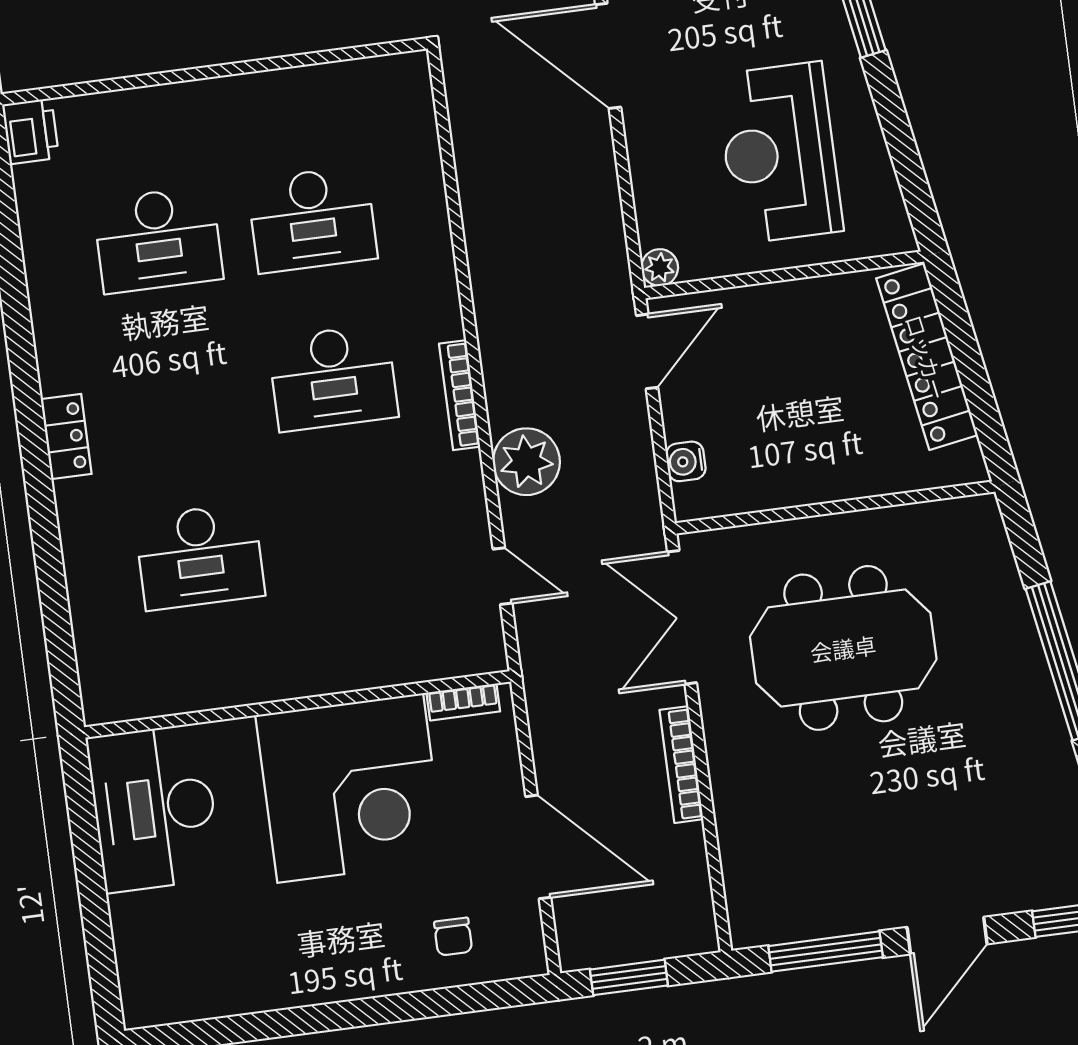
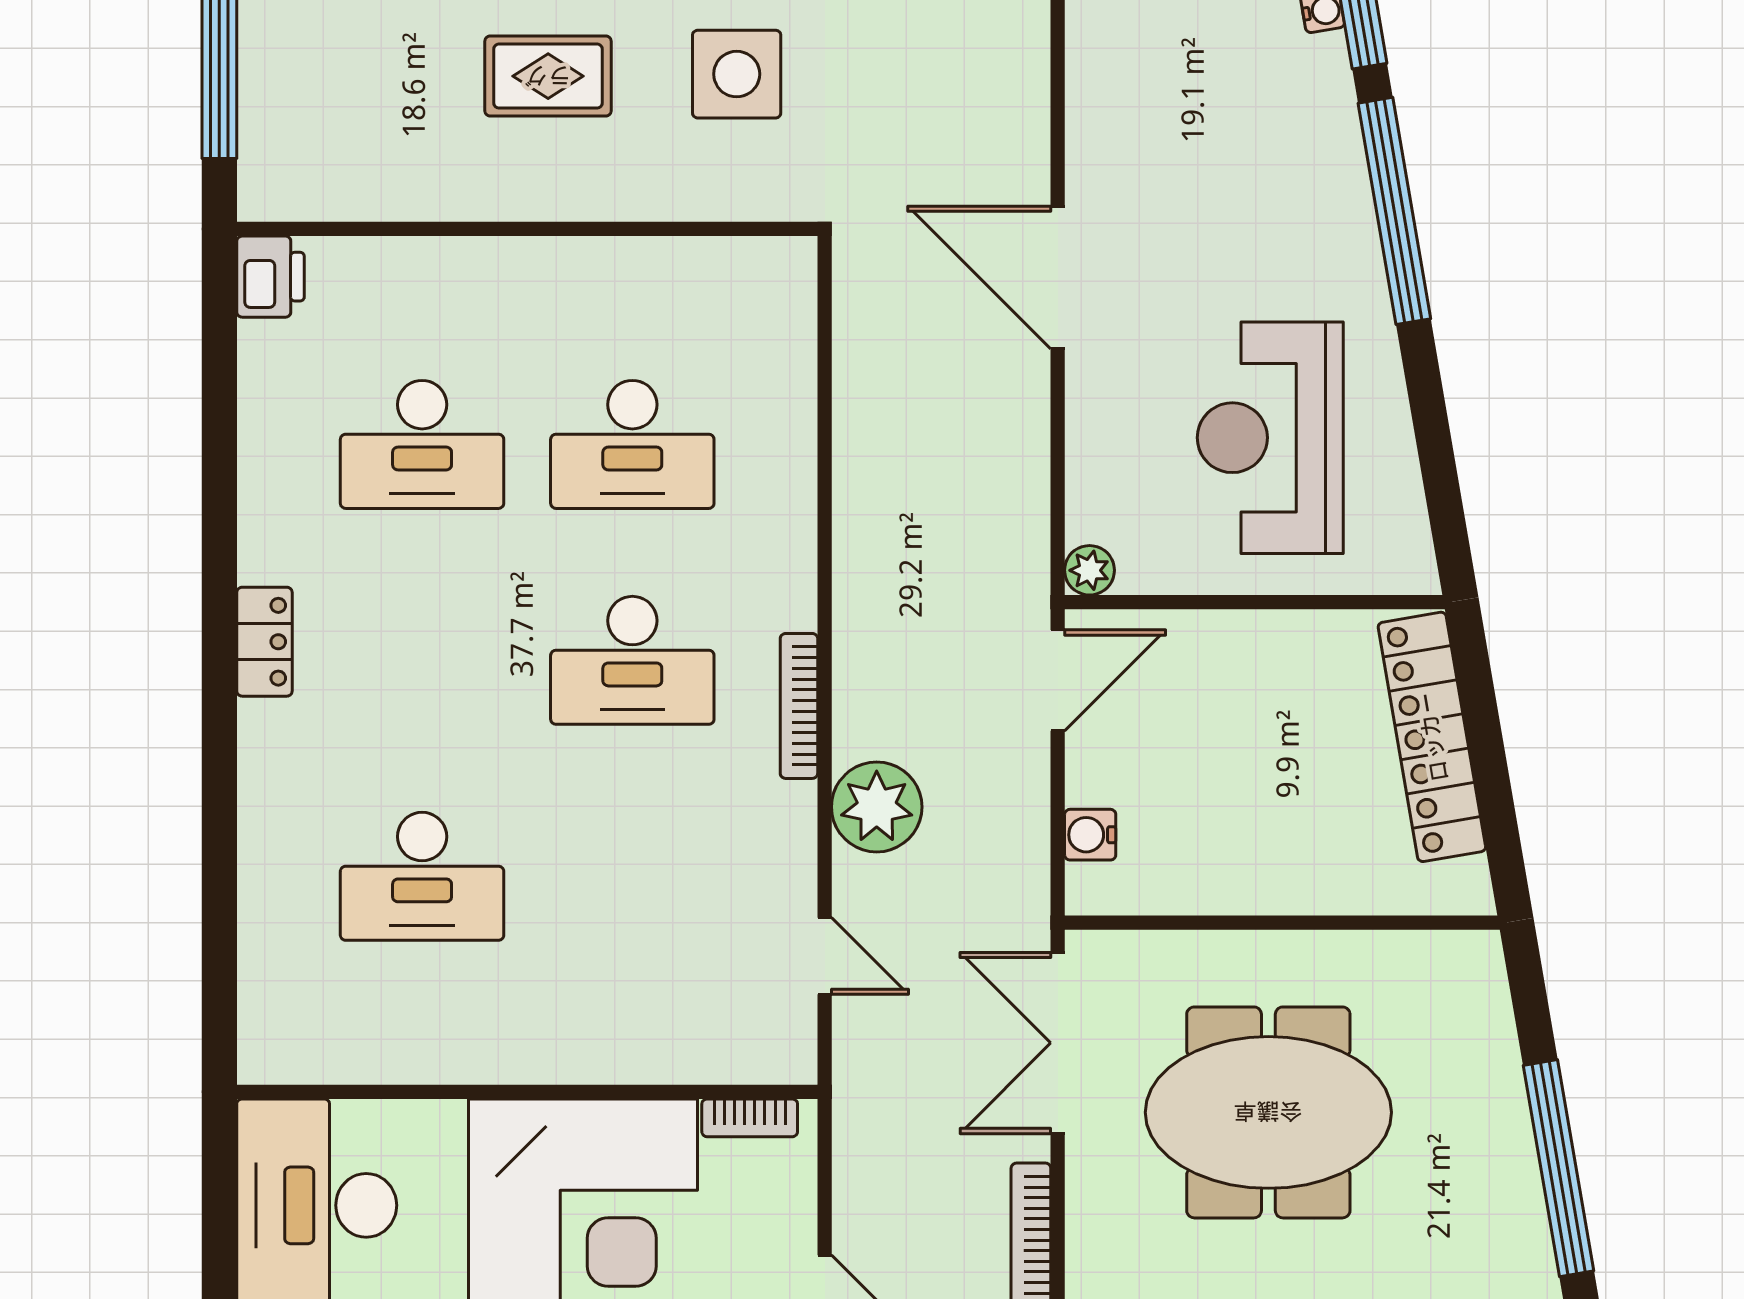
locker: (66, 437) -> (264, 642), moved

